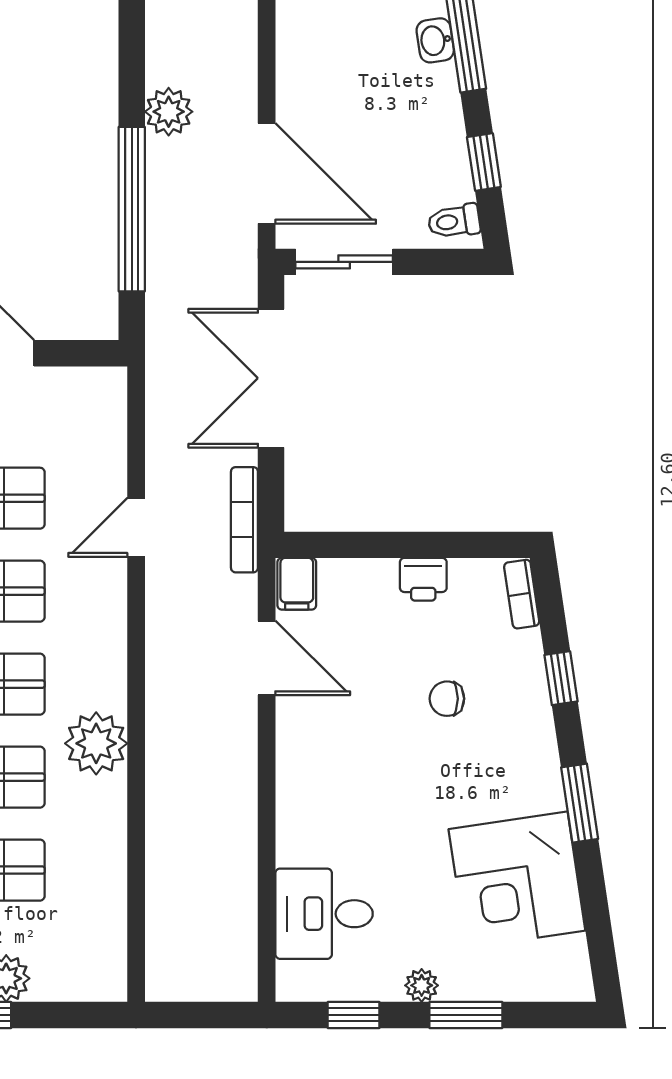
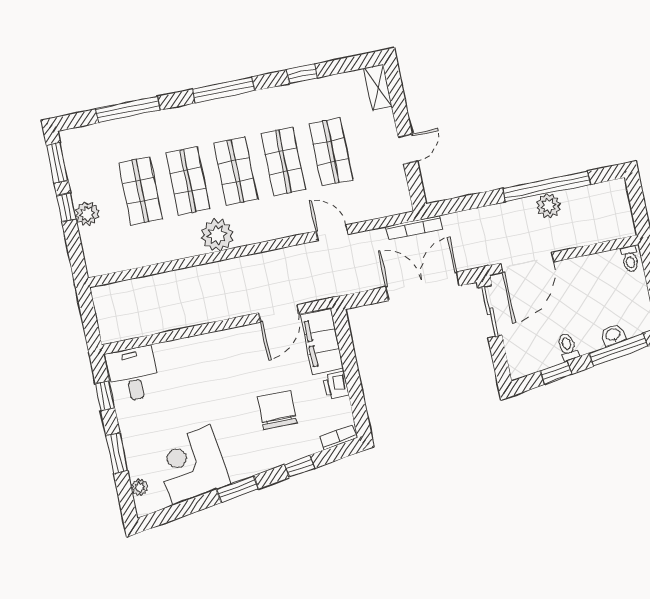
window: (132, 209) -> (547, 186), moved
toilet: (454, 221) -> (568, 347), moved
bookcase: (244, 520) -> (414, 228), moved, turned 180
filing cabinet: (297, 584) -> (322, 341), width x3.00, depth x1.17
chair: (447, 699) -> (277, 410), width x1.87, depth x1.87
desk: (324, 914) -> (133, 374), moved
plant: (422, 985) -> (140, 487), moved

